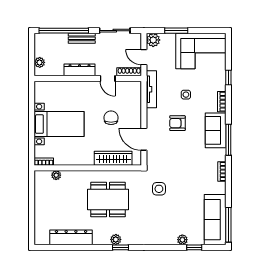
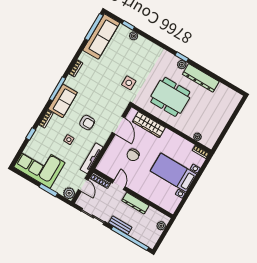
dresser: (71, 237) -> (201, 78), moved

